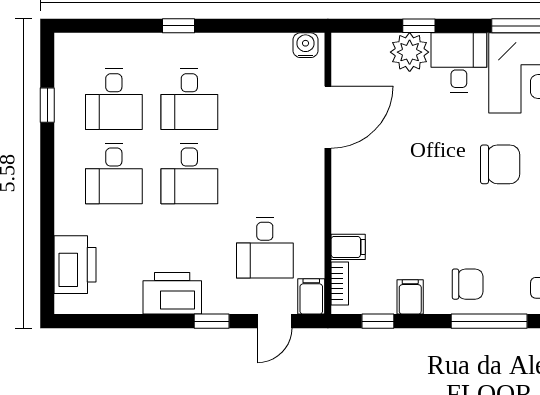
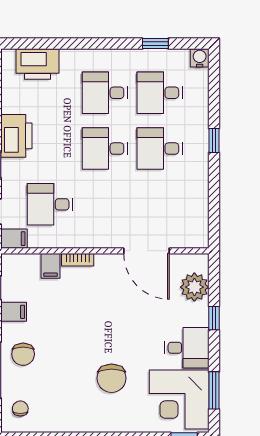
water cooler: (306, 45) -> (200, 58), moved, turned -90
plant: (410, 52) -> (194, 287), moved
bookcase: (340, 284) -> (78, 260), moved

